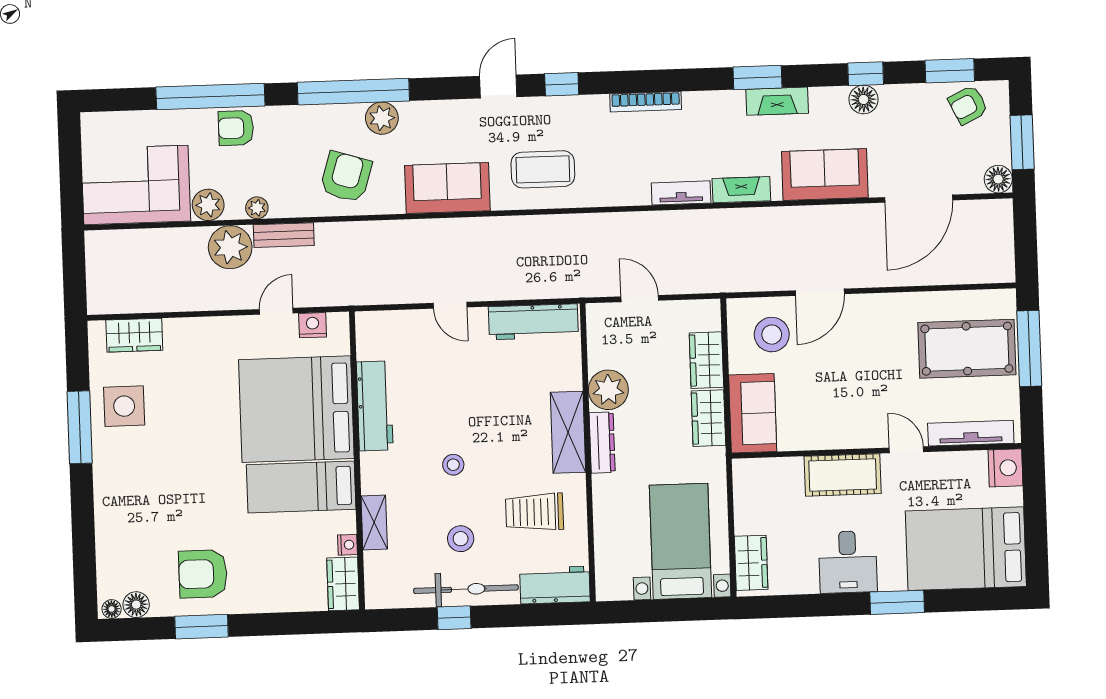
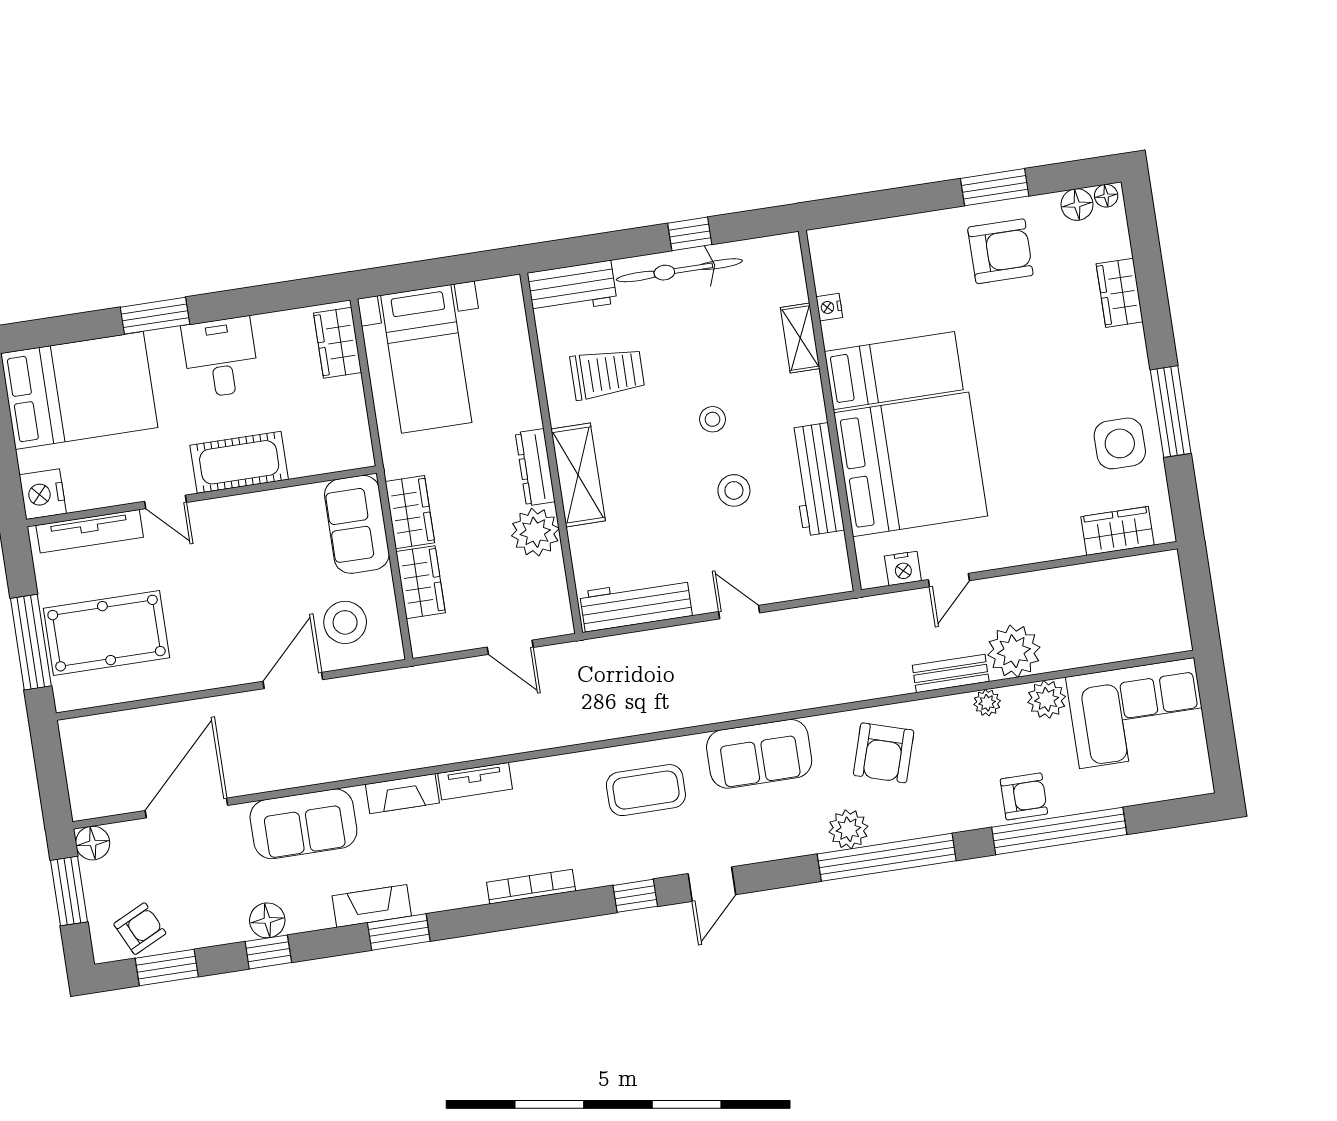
stool: (461, 539) -> (734, 490), moved
wardrobe: (343, 584) -> (1120, 293), moved, turned 180

